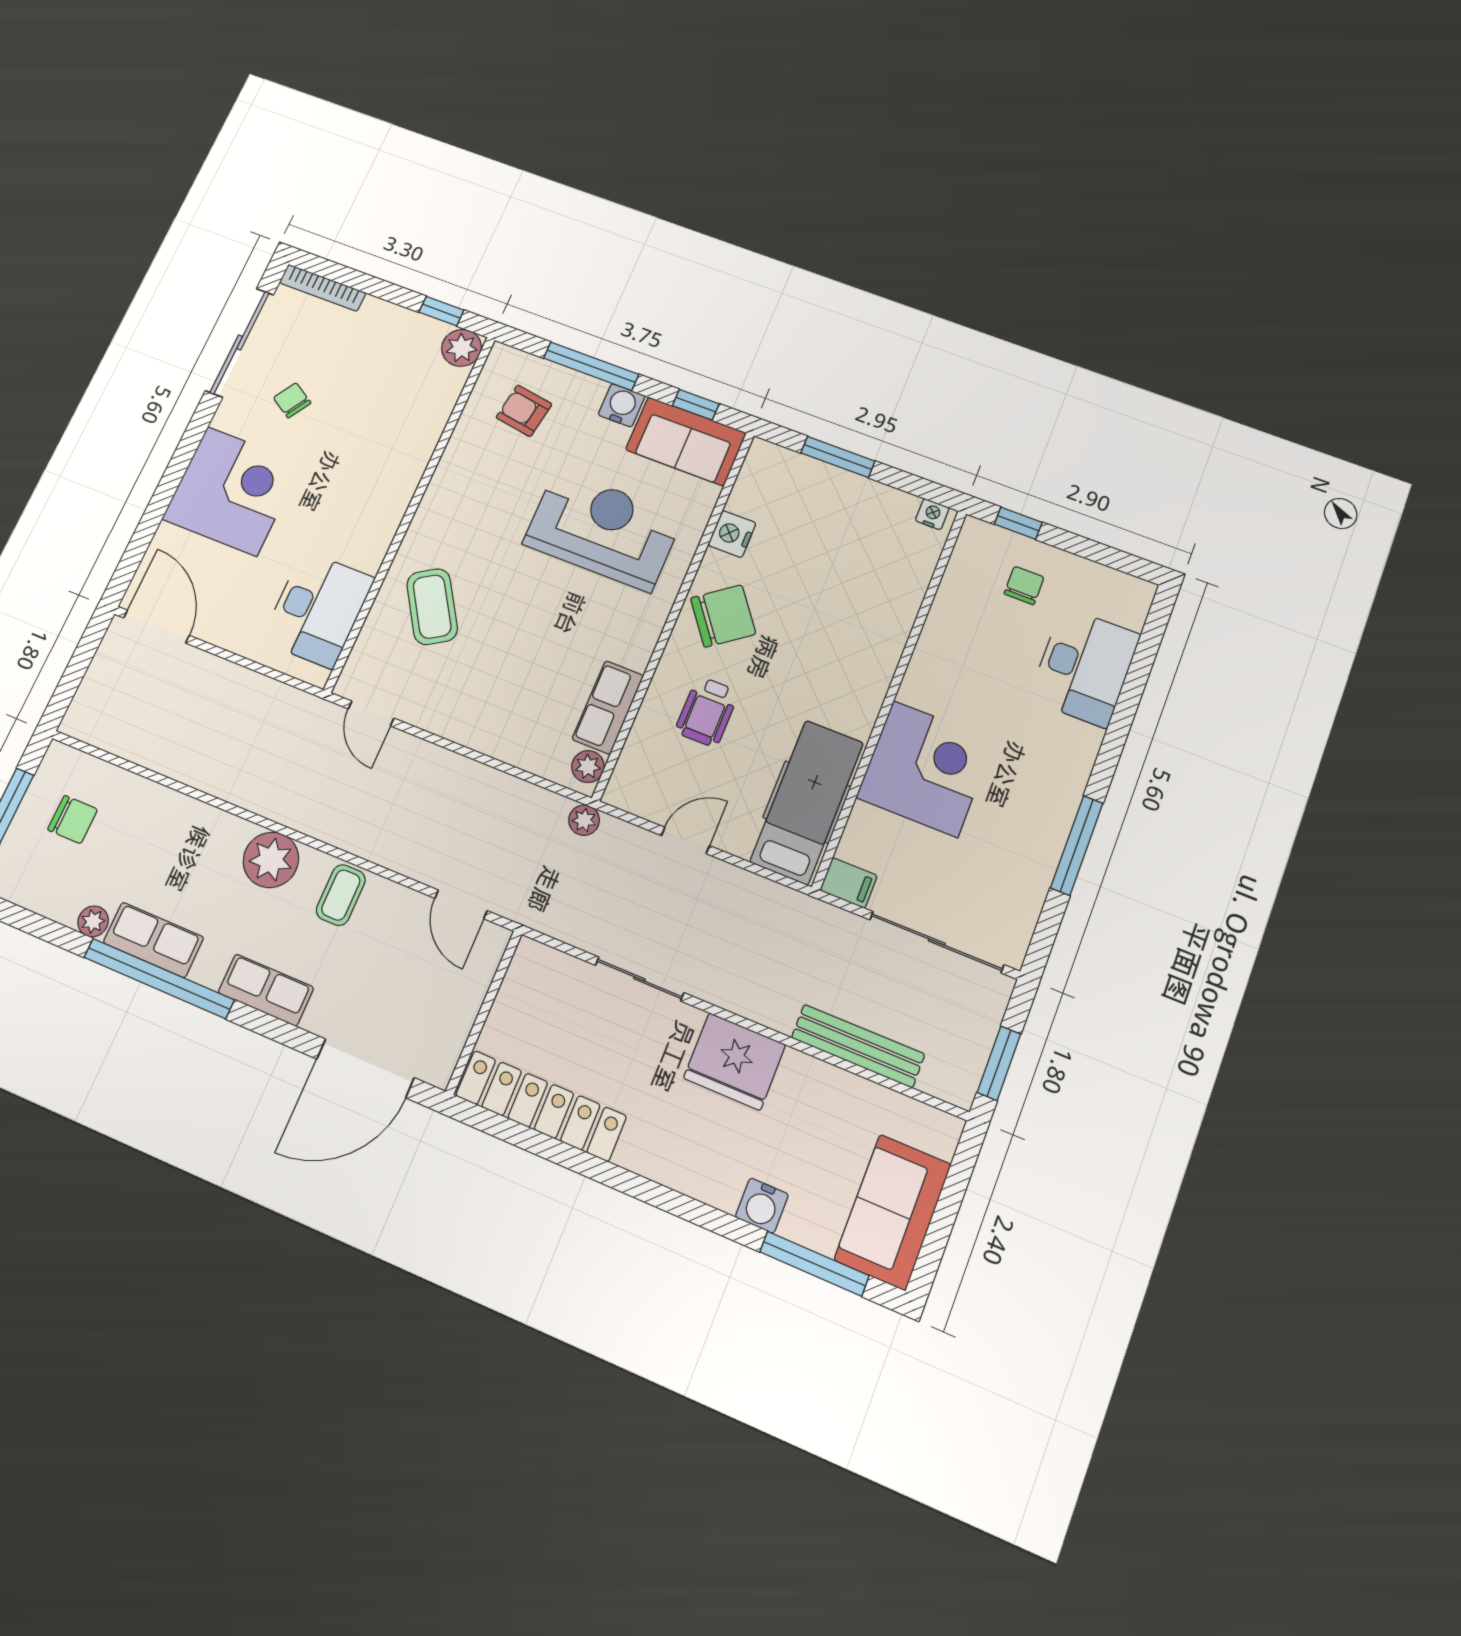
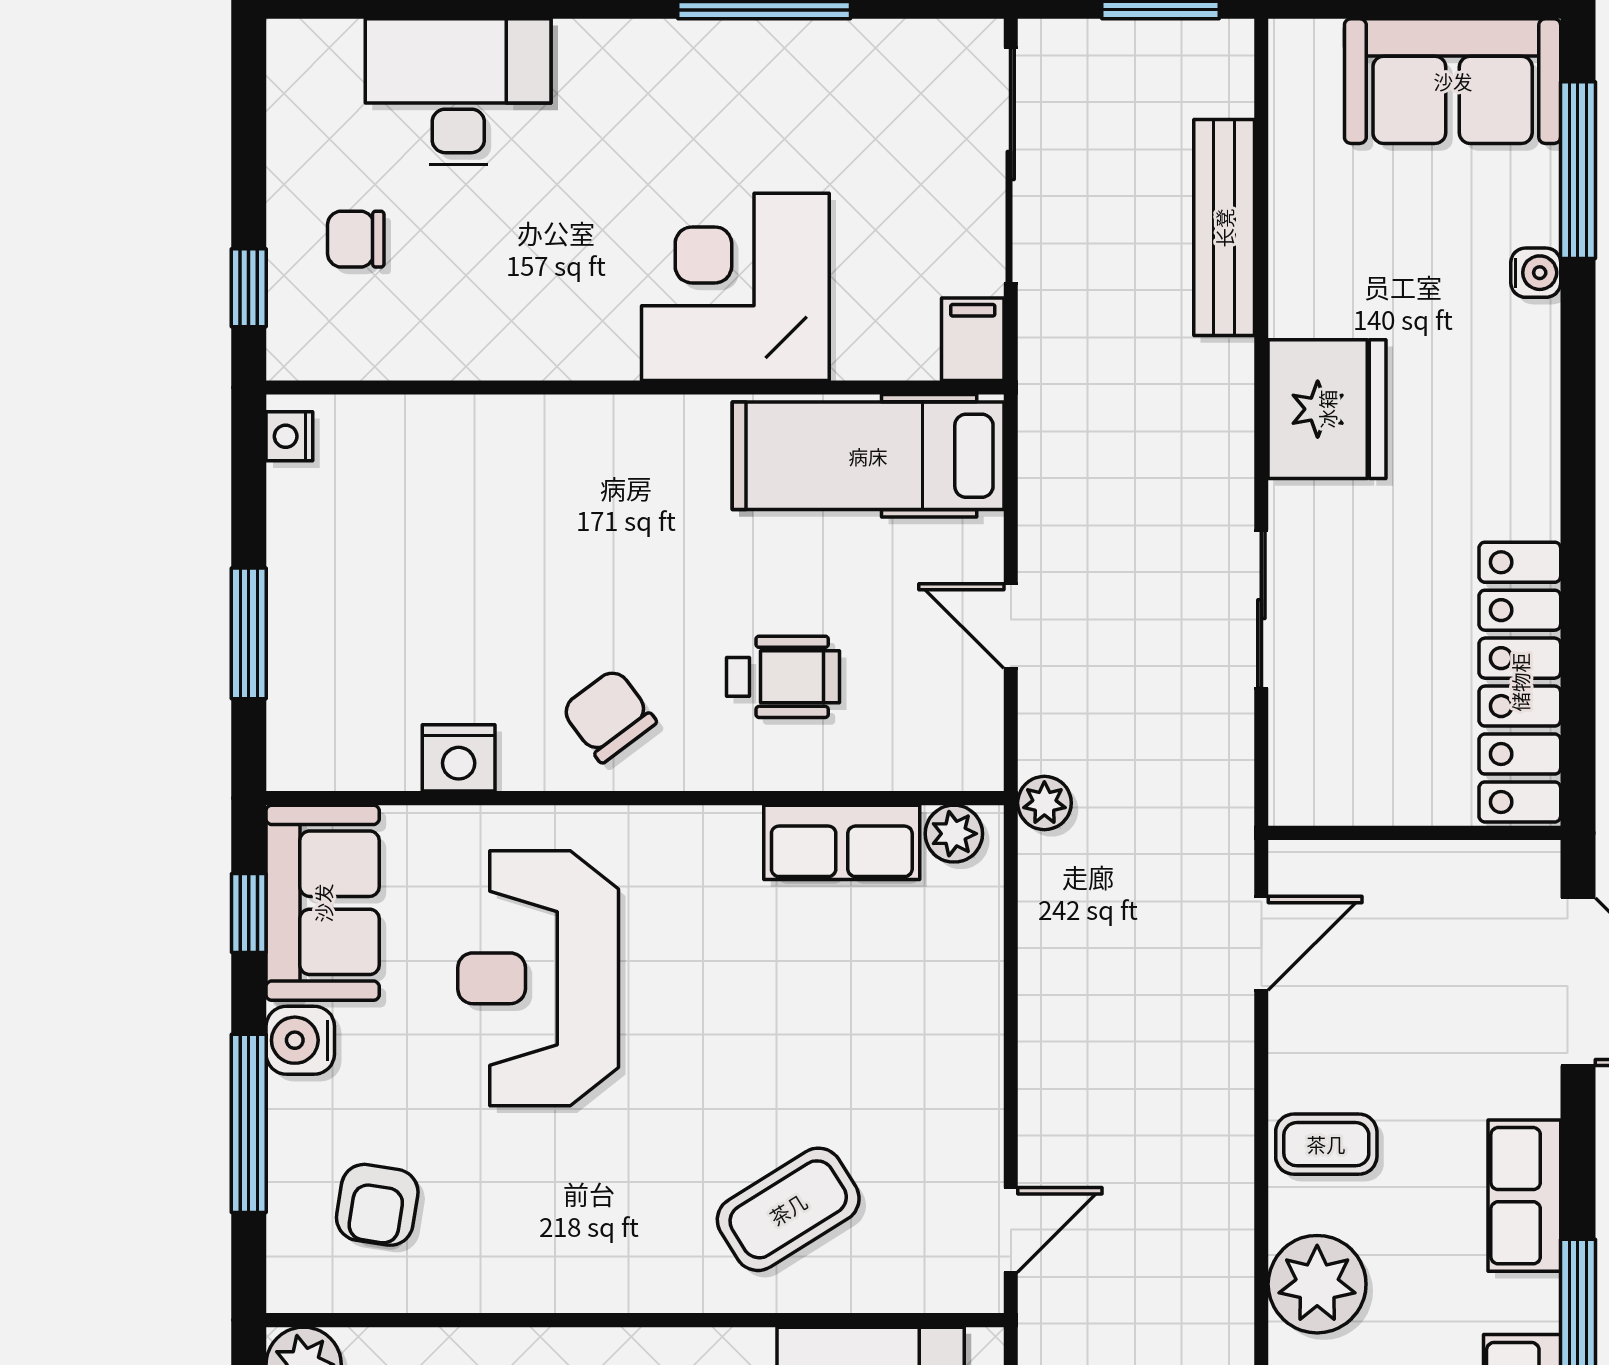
chair: (723, 616) -> (609, 715), width x0.73, depth x0.73
water cooler: (762, 1206) -> (1536, 273), width x0.72, depth x0.72

